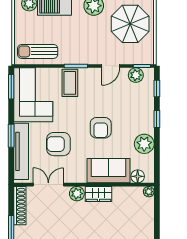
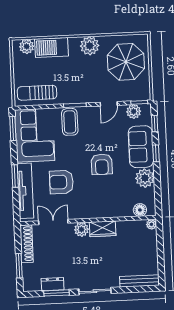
sofa: (109, 171) -> (141, 147), moved, turned -90

